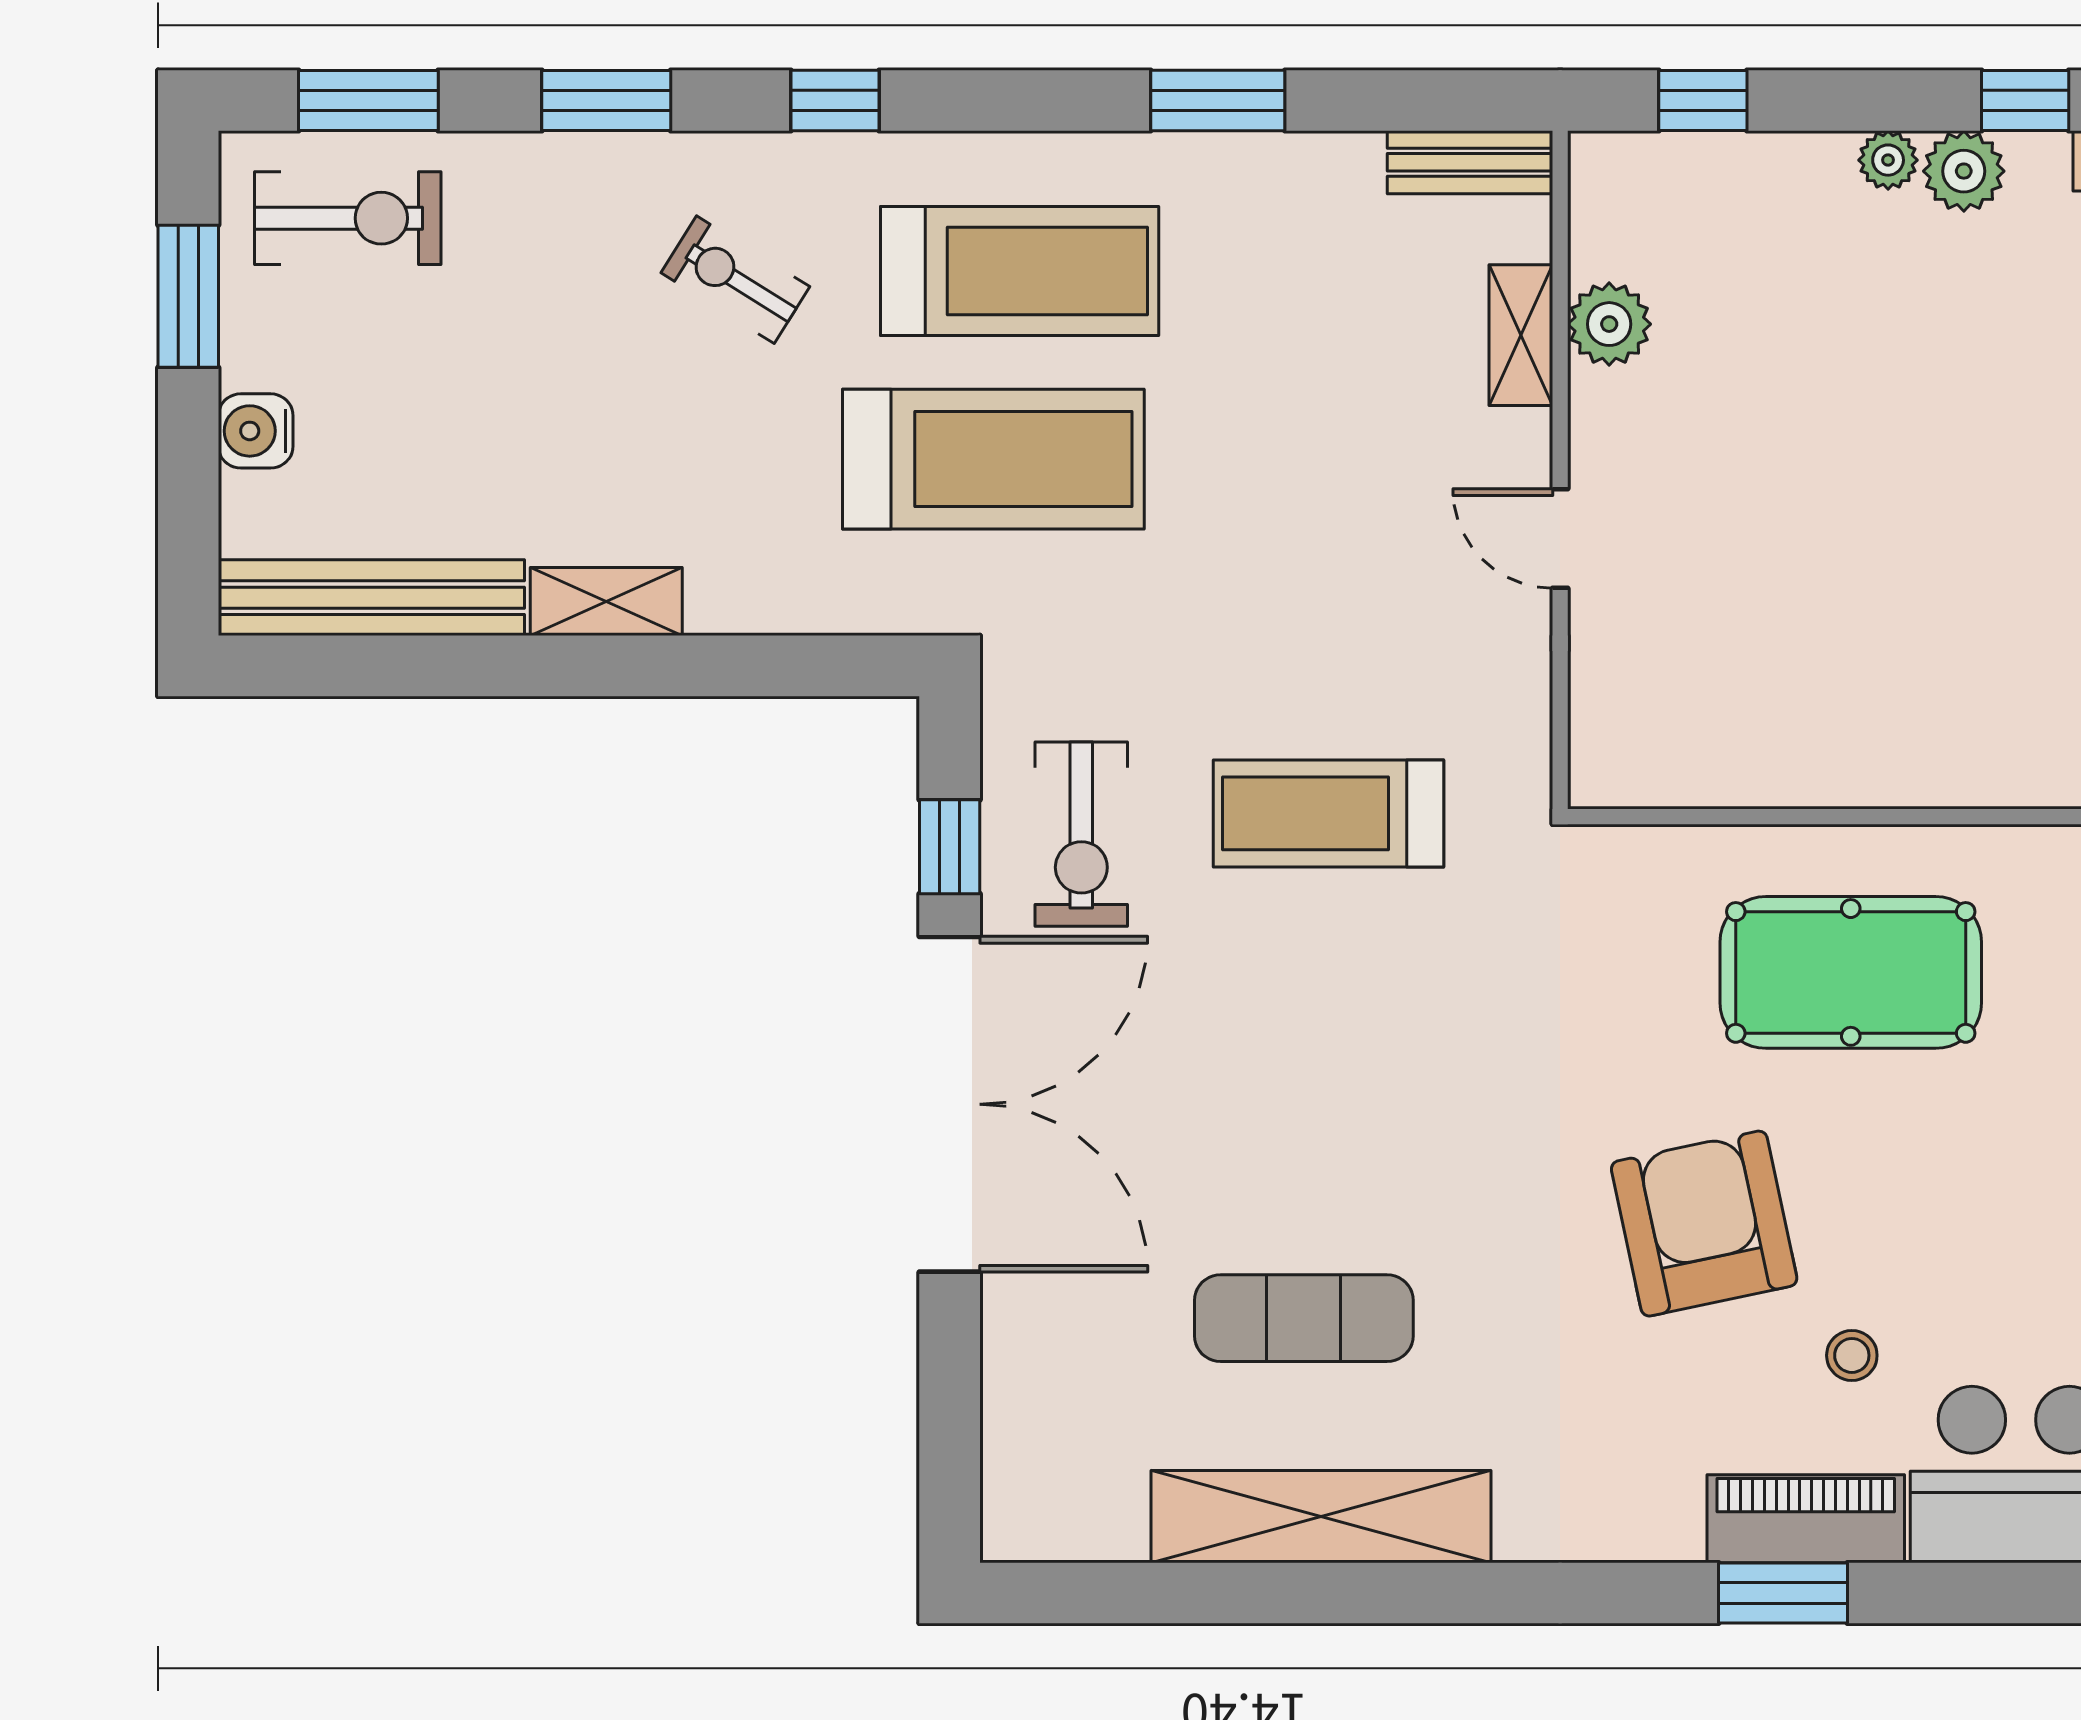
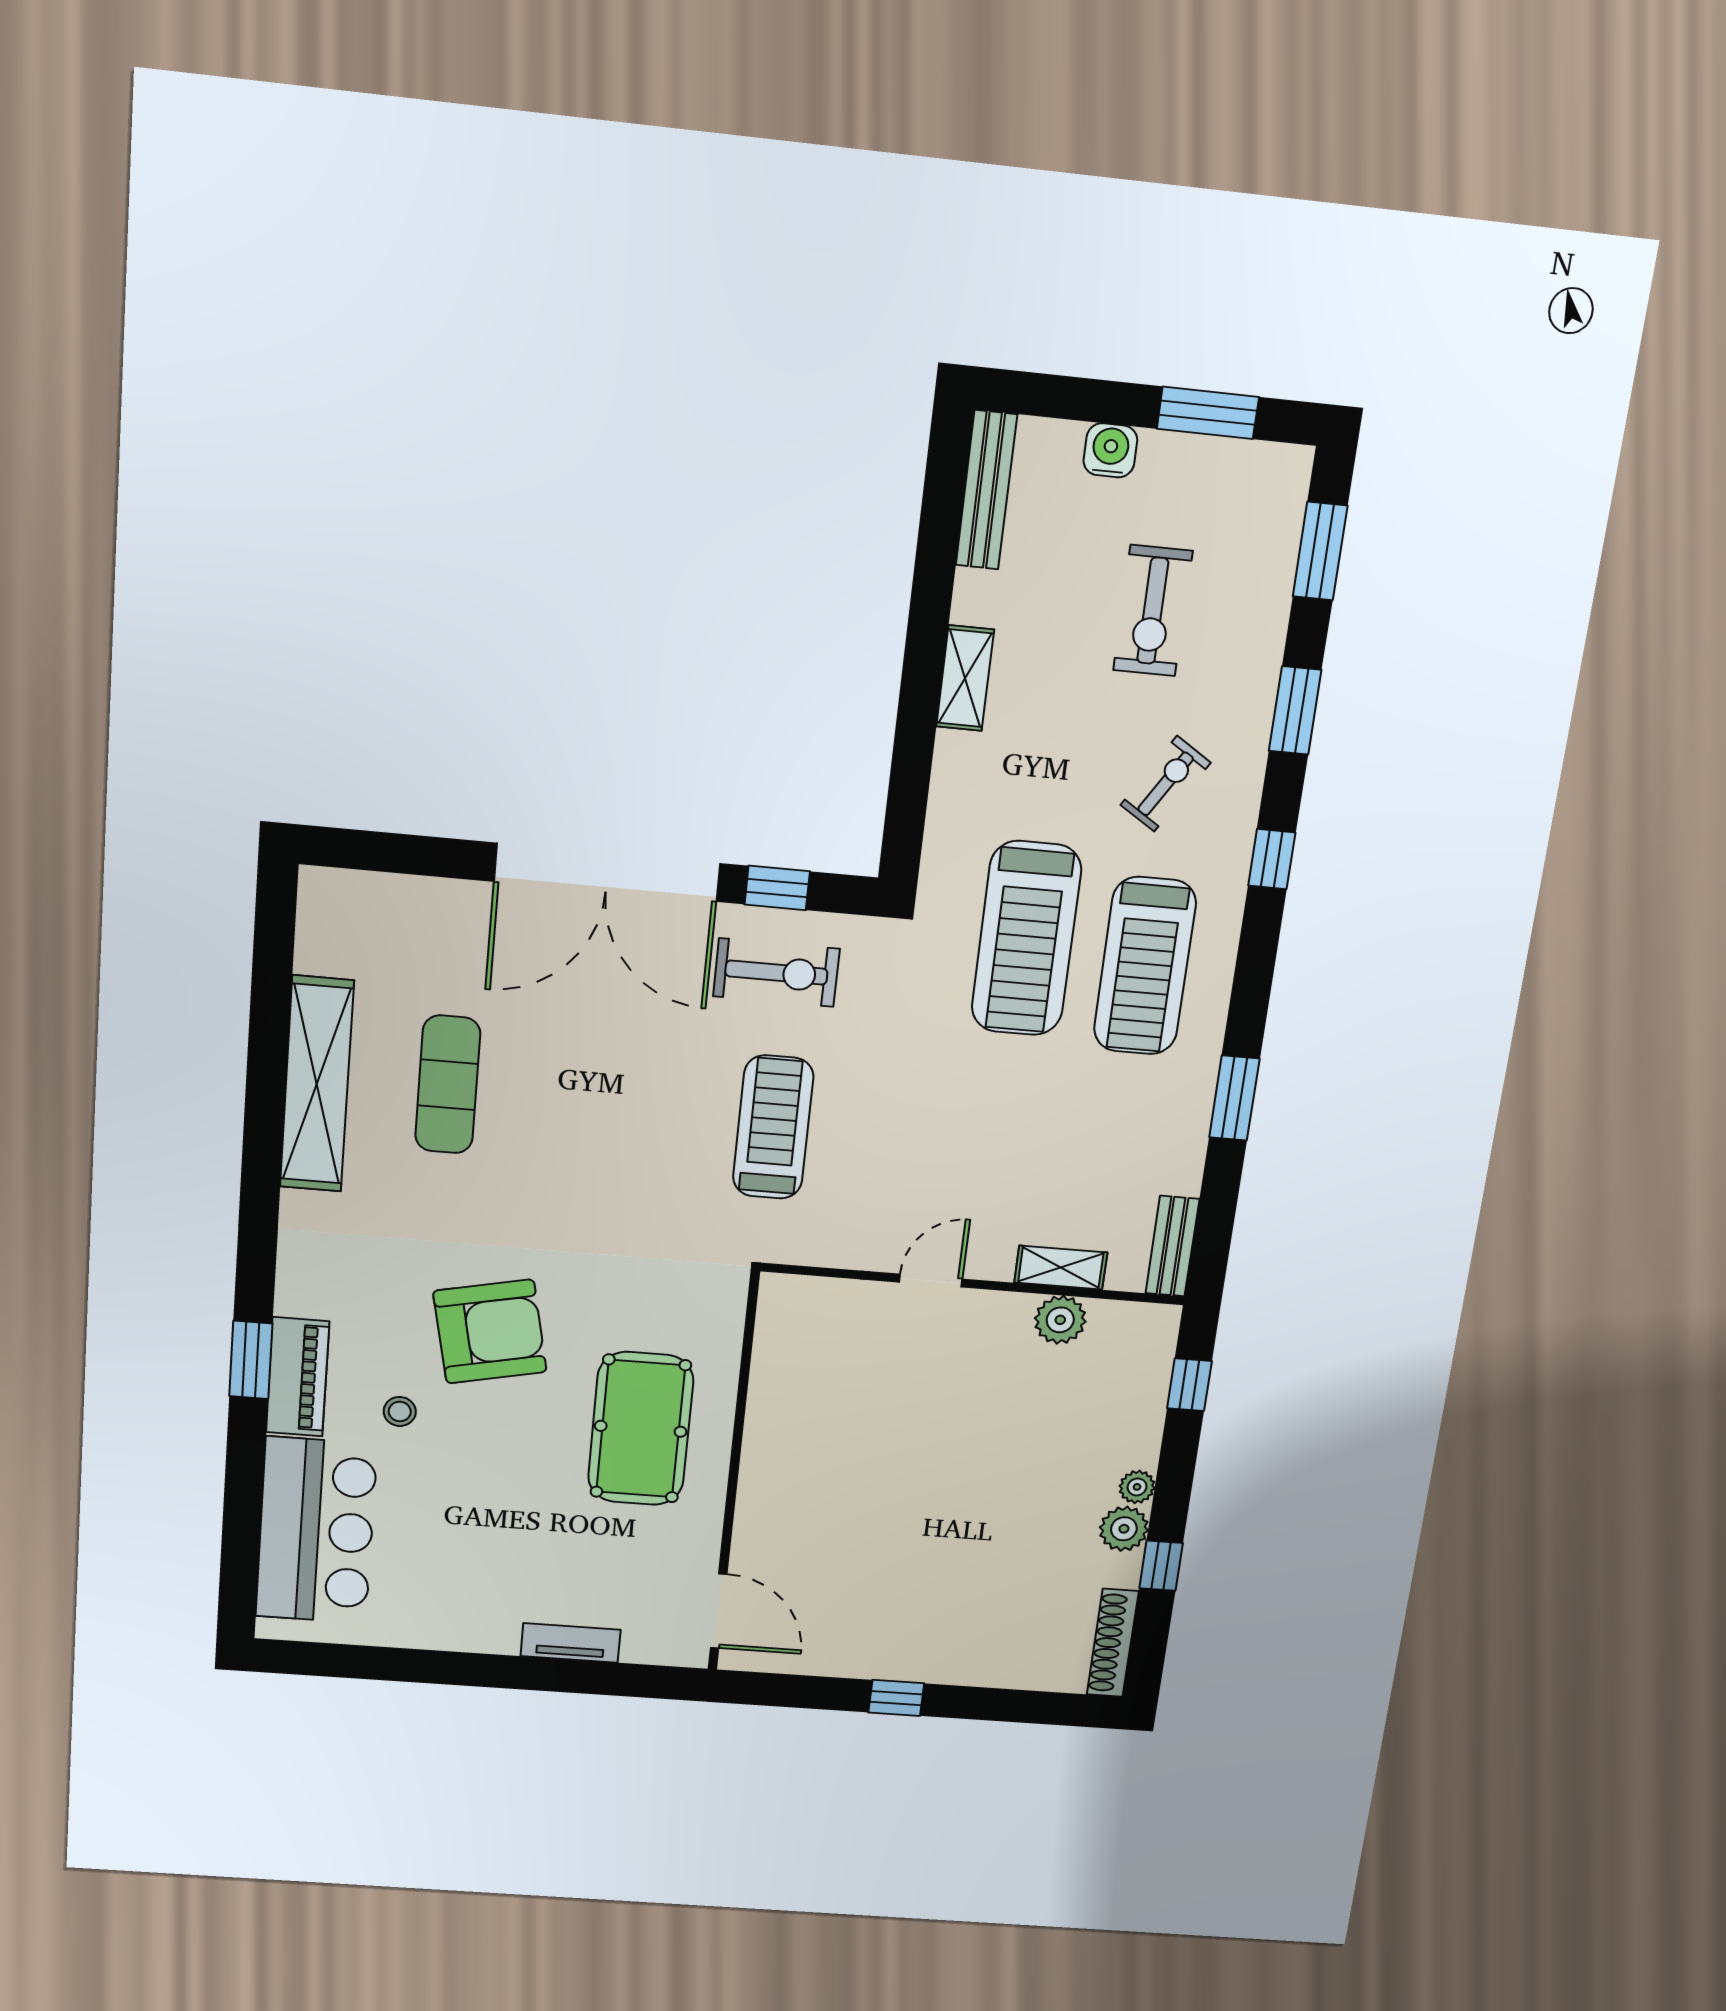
exercise bike: (348, 218) -> (1153, 611), moved
bench: (371, 598) -> (986, 490), width x0.73, depth x0.82
exercise bike: (1081, 834) -> (776, 973), turned 180

